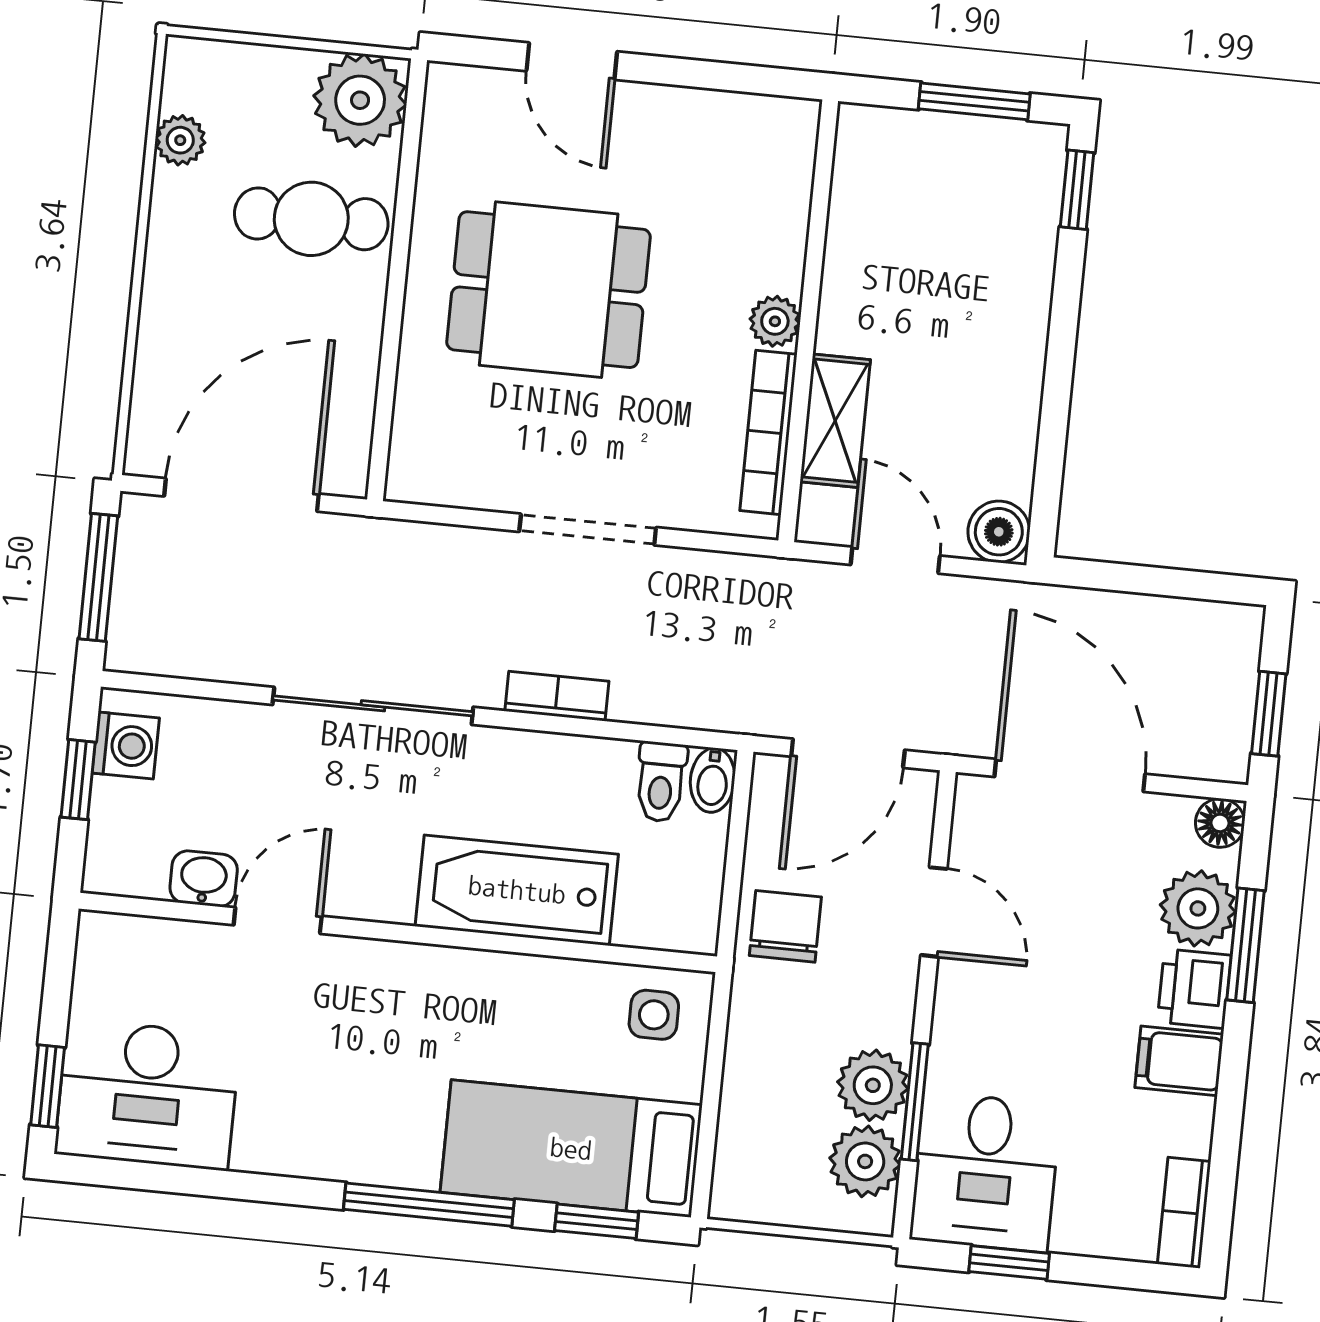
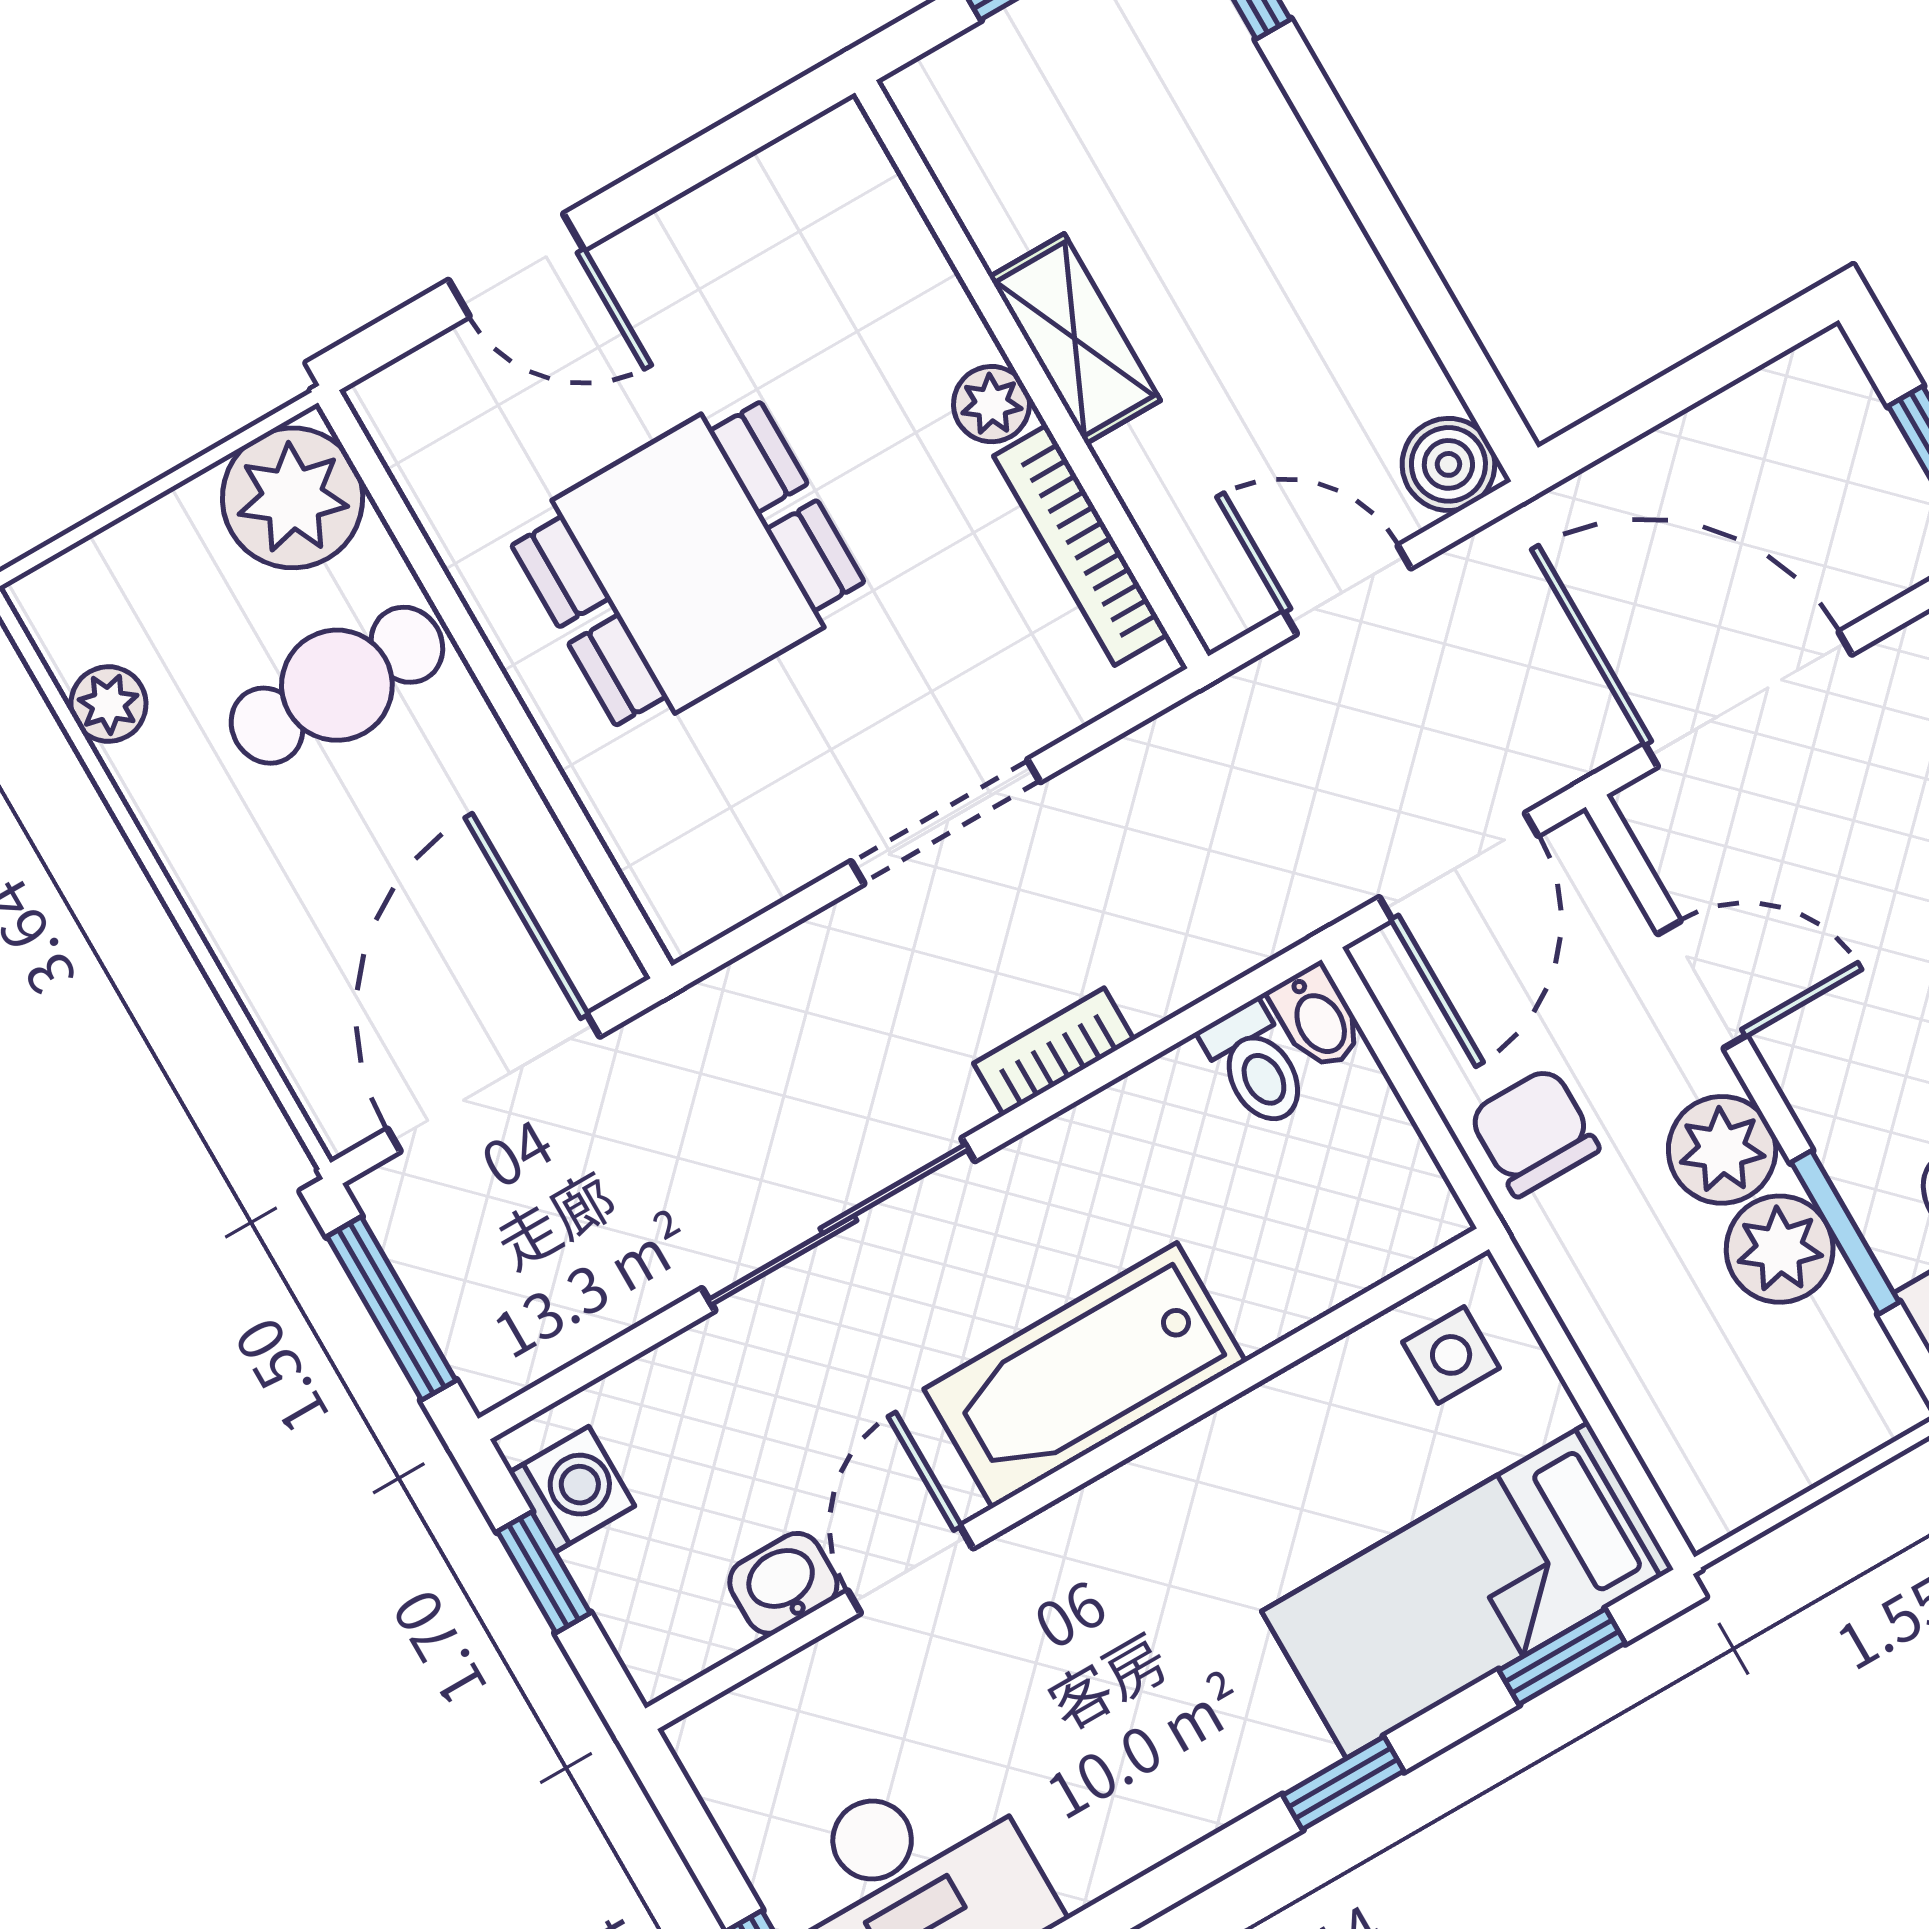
shelving: (835, 421) -> (1075, 339), moved
bathtub: (517, 890) -> (1085, 1375), moved
plant: (865, 1161) -> (1722, 1150), moved
window: (429, 1205) -> (1343, 1783), width x0.46

